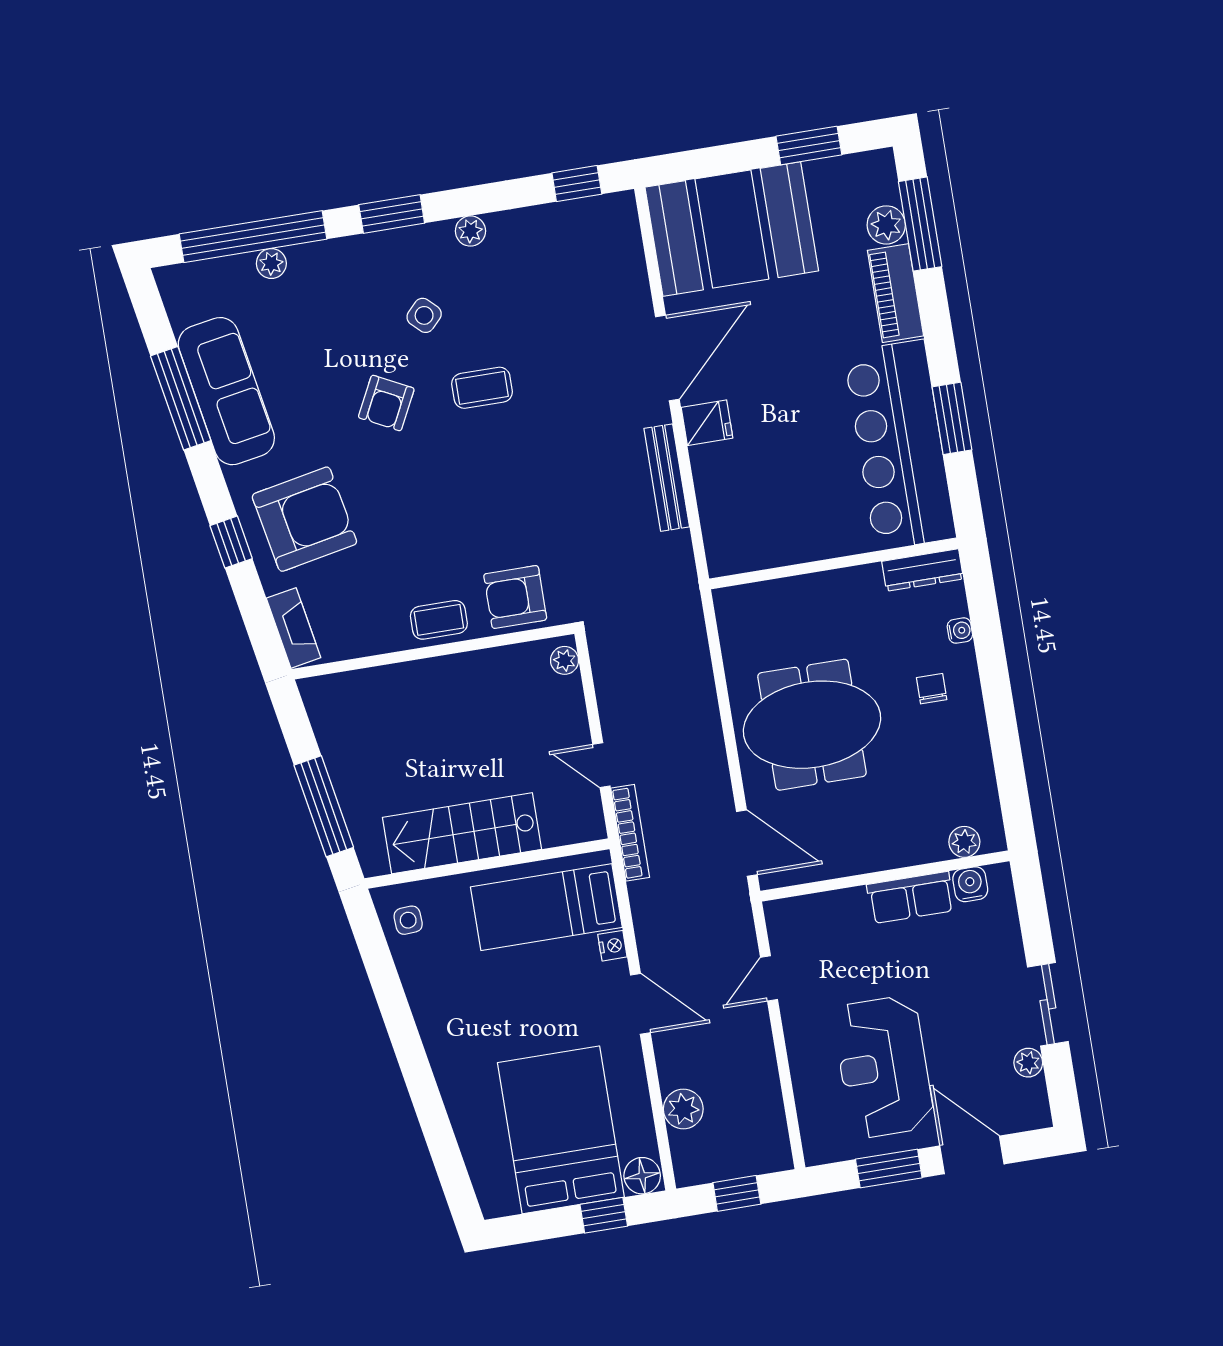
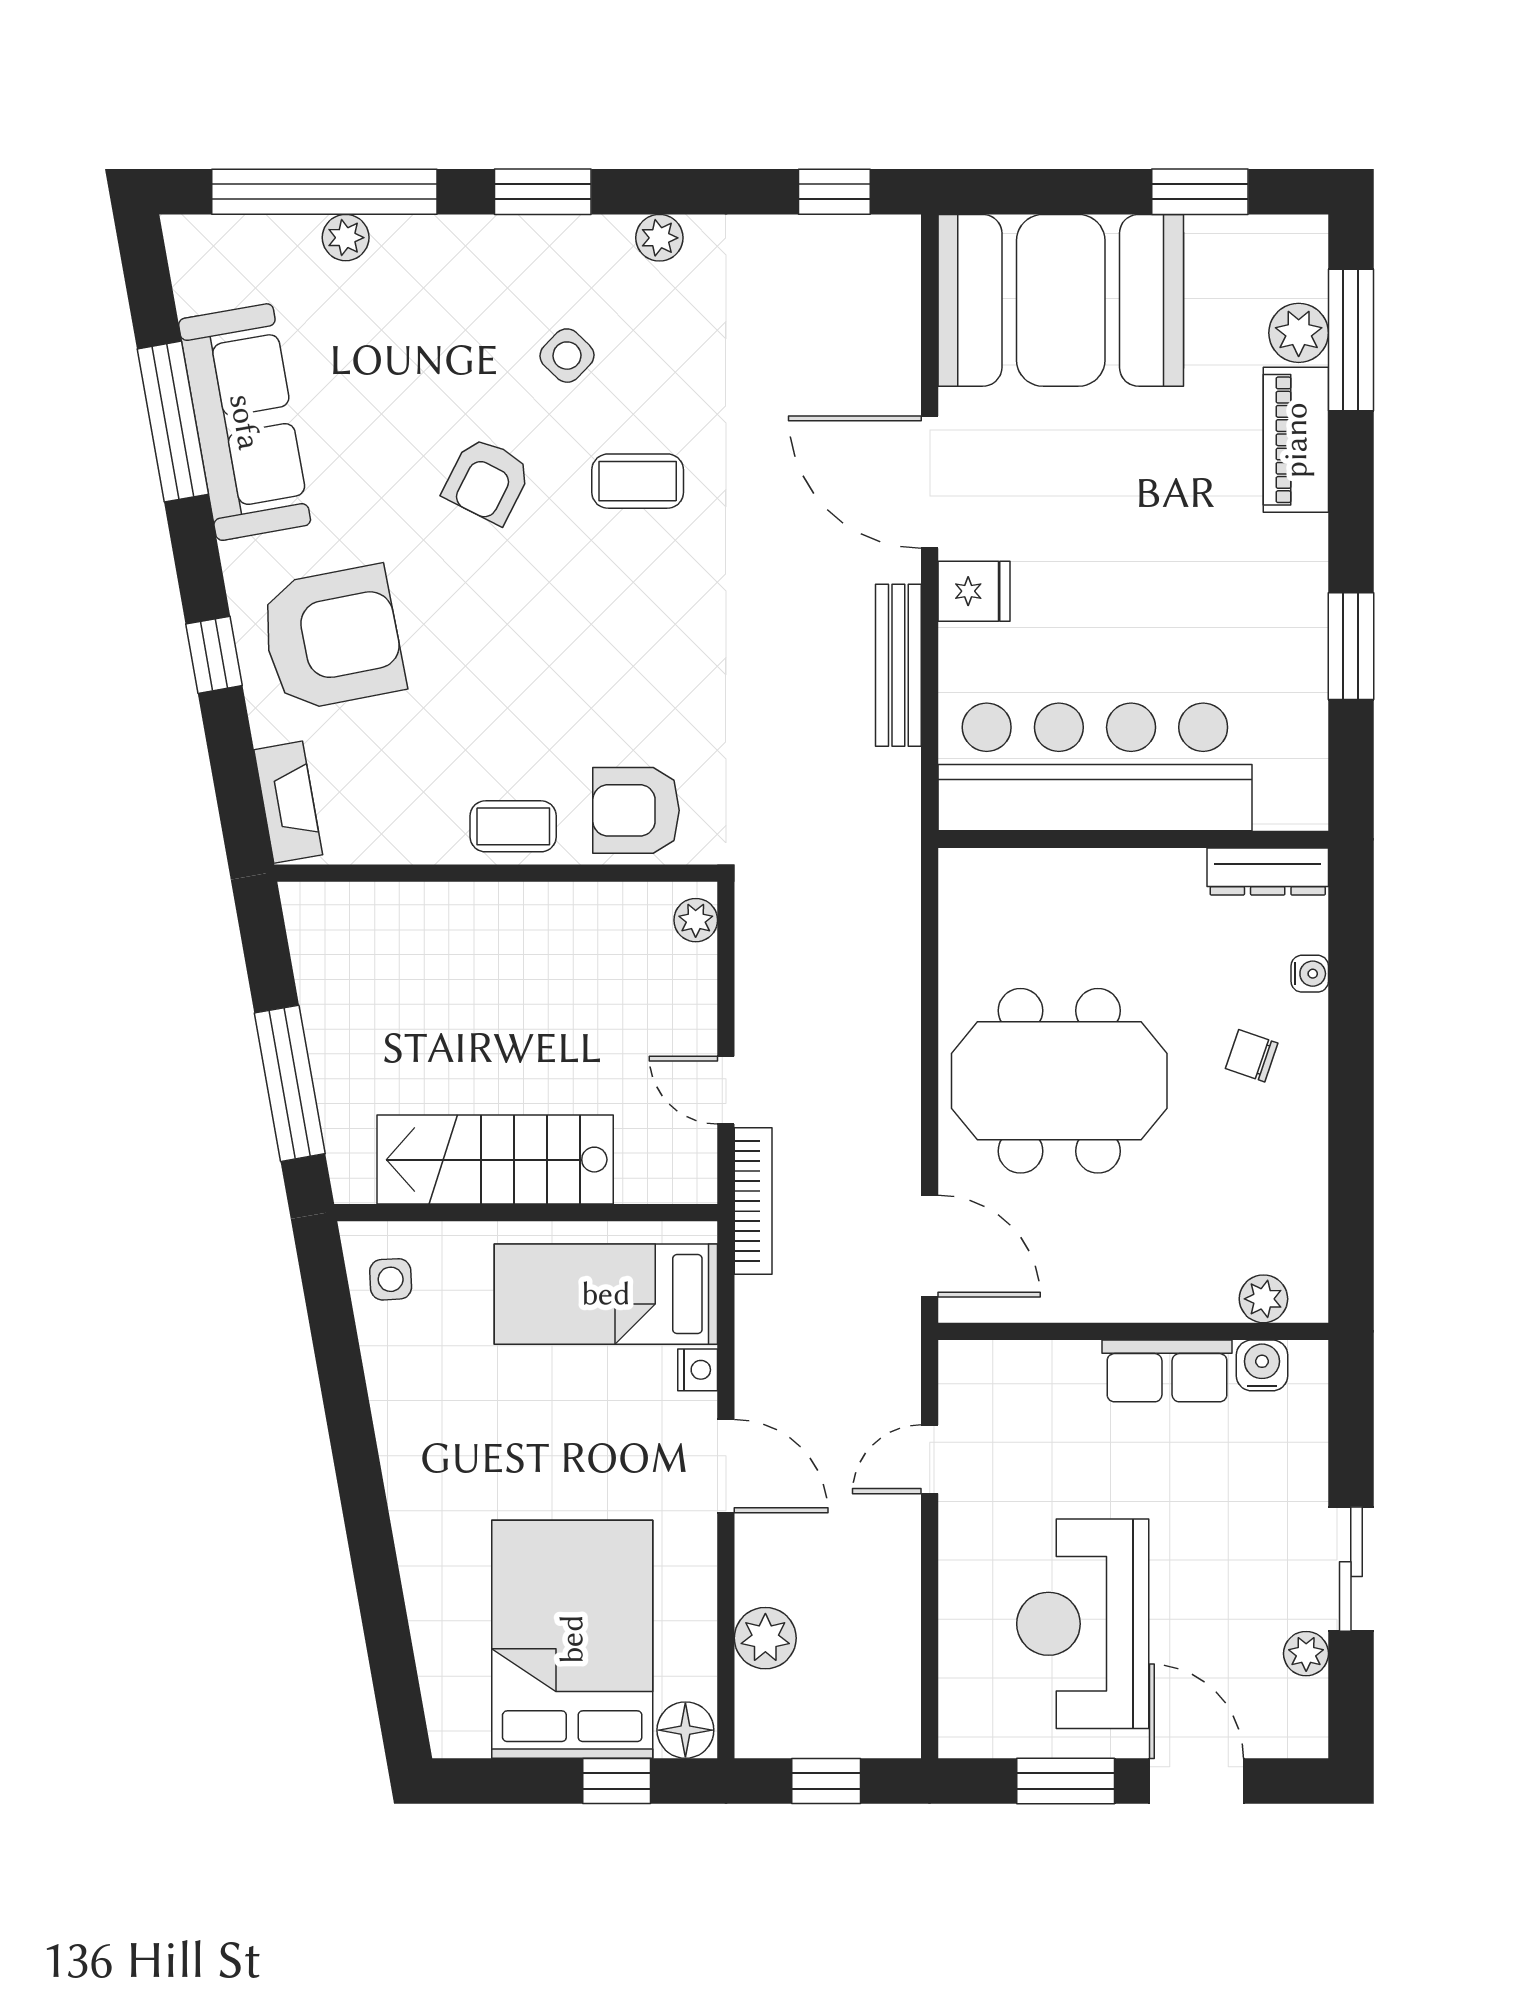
door: (667, 358) -> (930, 482), swing flipped
bar counter: (900, 445) -> (1095, 767), moved, turned 90
chair: (932, 689) -> (1252, 1056), turned -71

